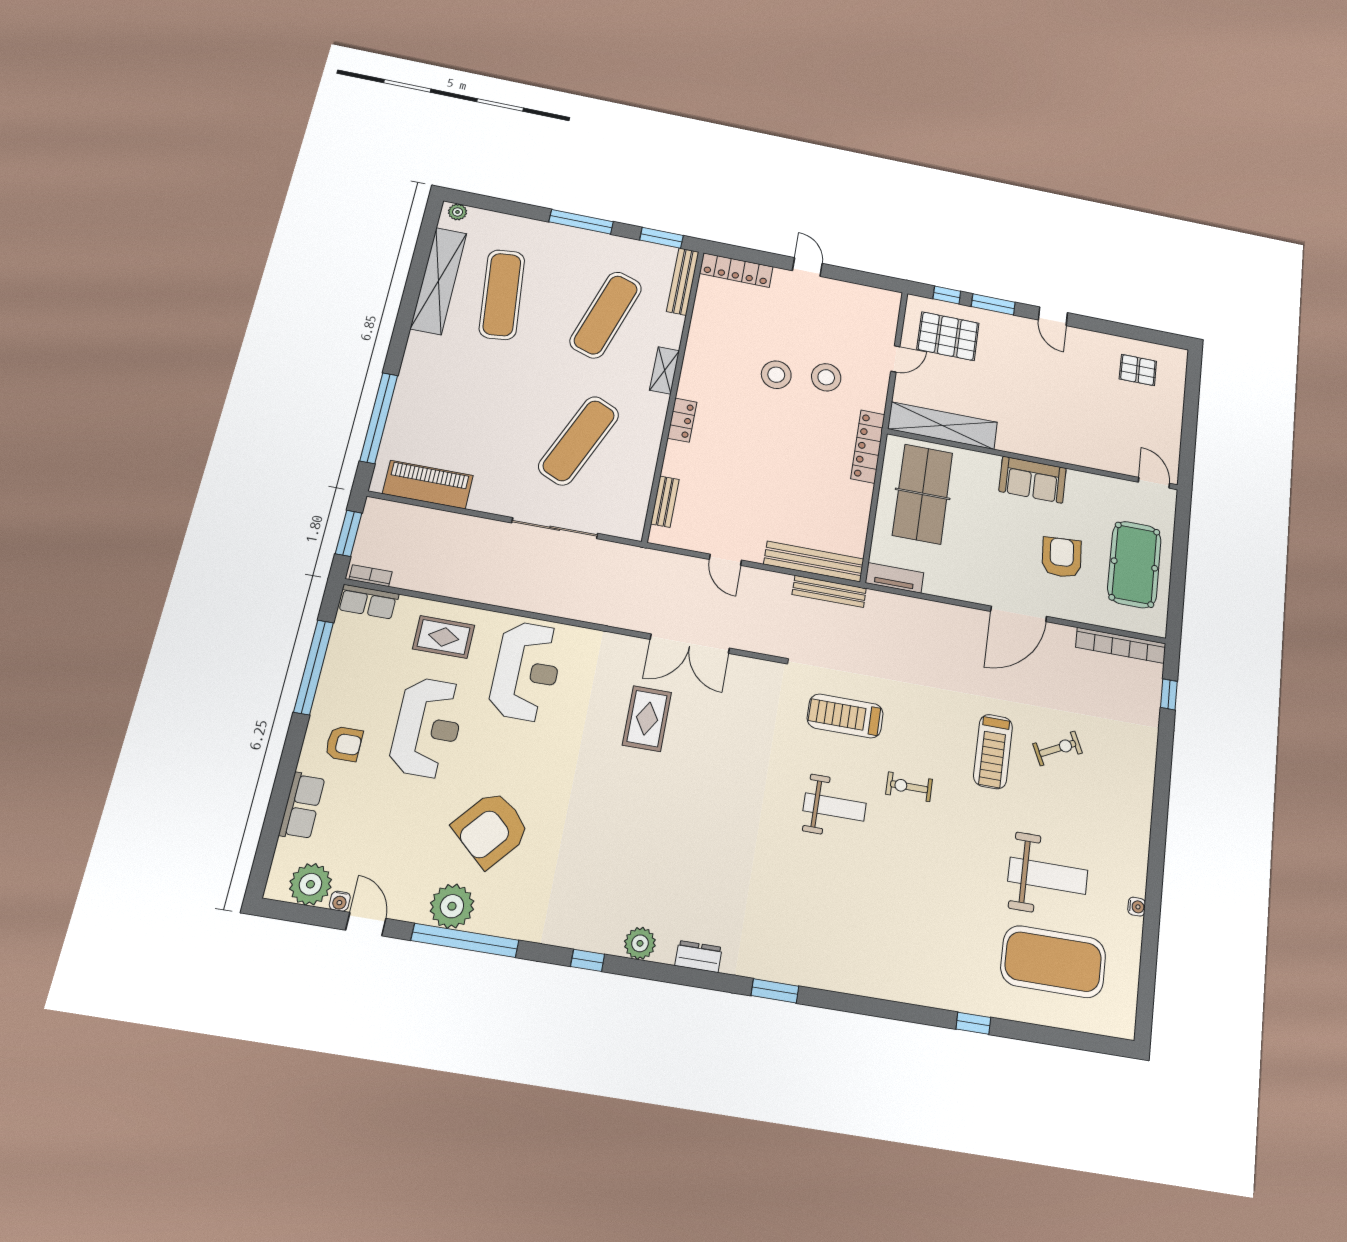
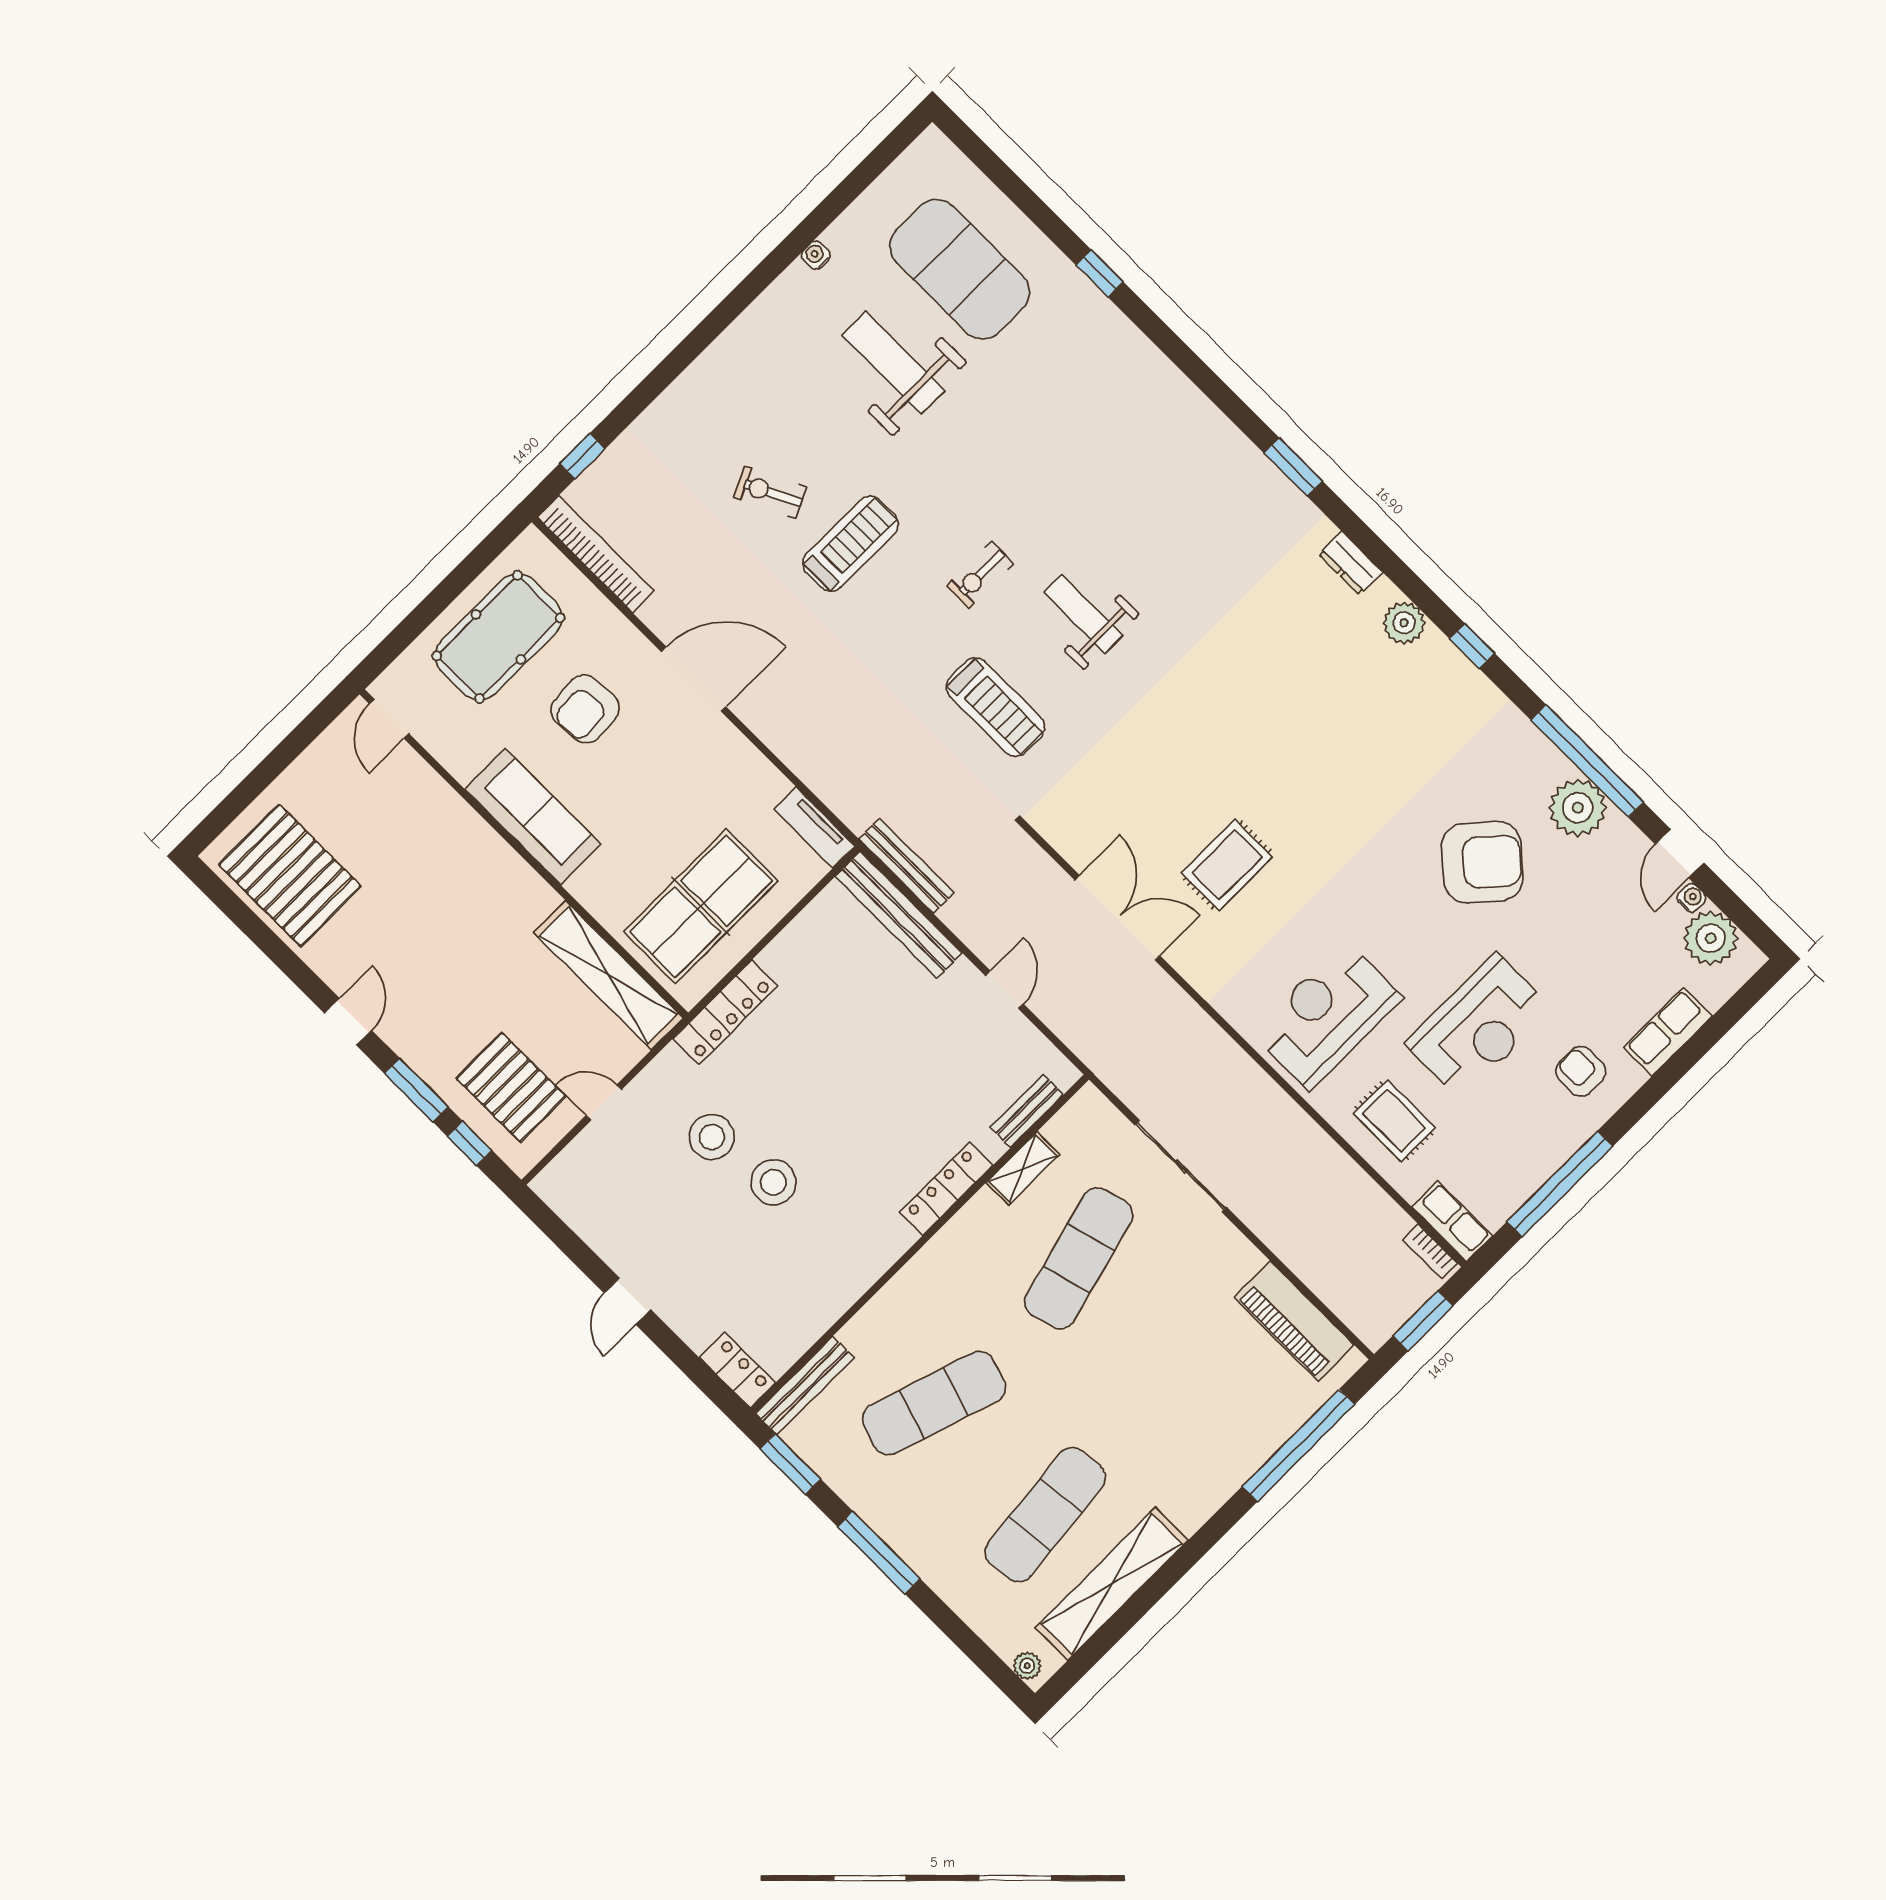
locker: (736, 270) -> (737, 1370), width x0.66
shelving: (665, 370) -> (1023, 1169), moved
pallet: (1138, 370) -> (290, 875), width x2.05, depth x2.00
locker: (682, 420) -> (946, 1189), width x1.53
exercise mat: (579, 441) -> (1079, 1258), turned -39
sofa: (1033, 480) -> (533, 817), width x1.36
reception desk: (428, 728) -> (1479, 1026), turned 180
exercise bike: (909, 787) -> (980, 575), turned 90

